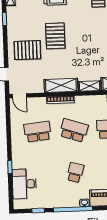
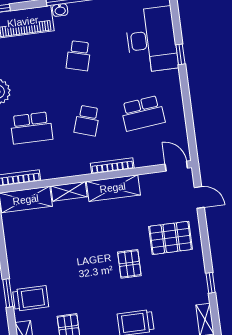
pallet: (55, 36) -> (129, 264), width x0.67, depth x0.71
school desk: (74, 130) -> (87, 121), width x0.54
desk: (24, 184) -> (151, 40), width x1.36, depth x1.30

